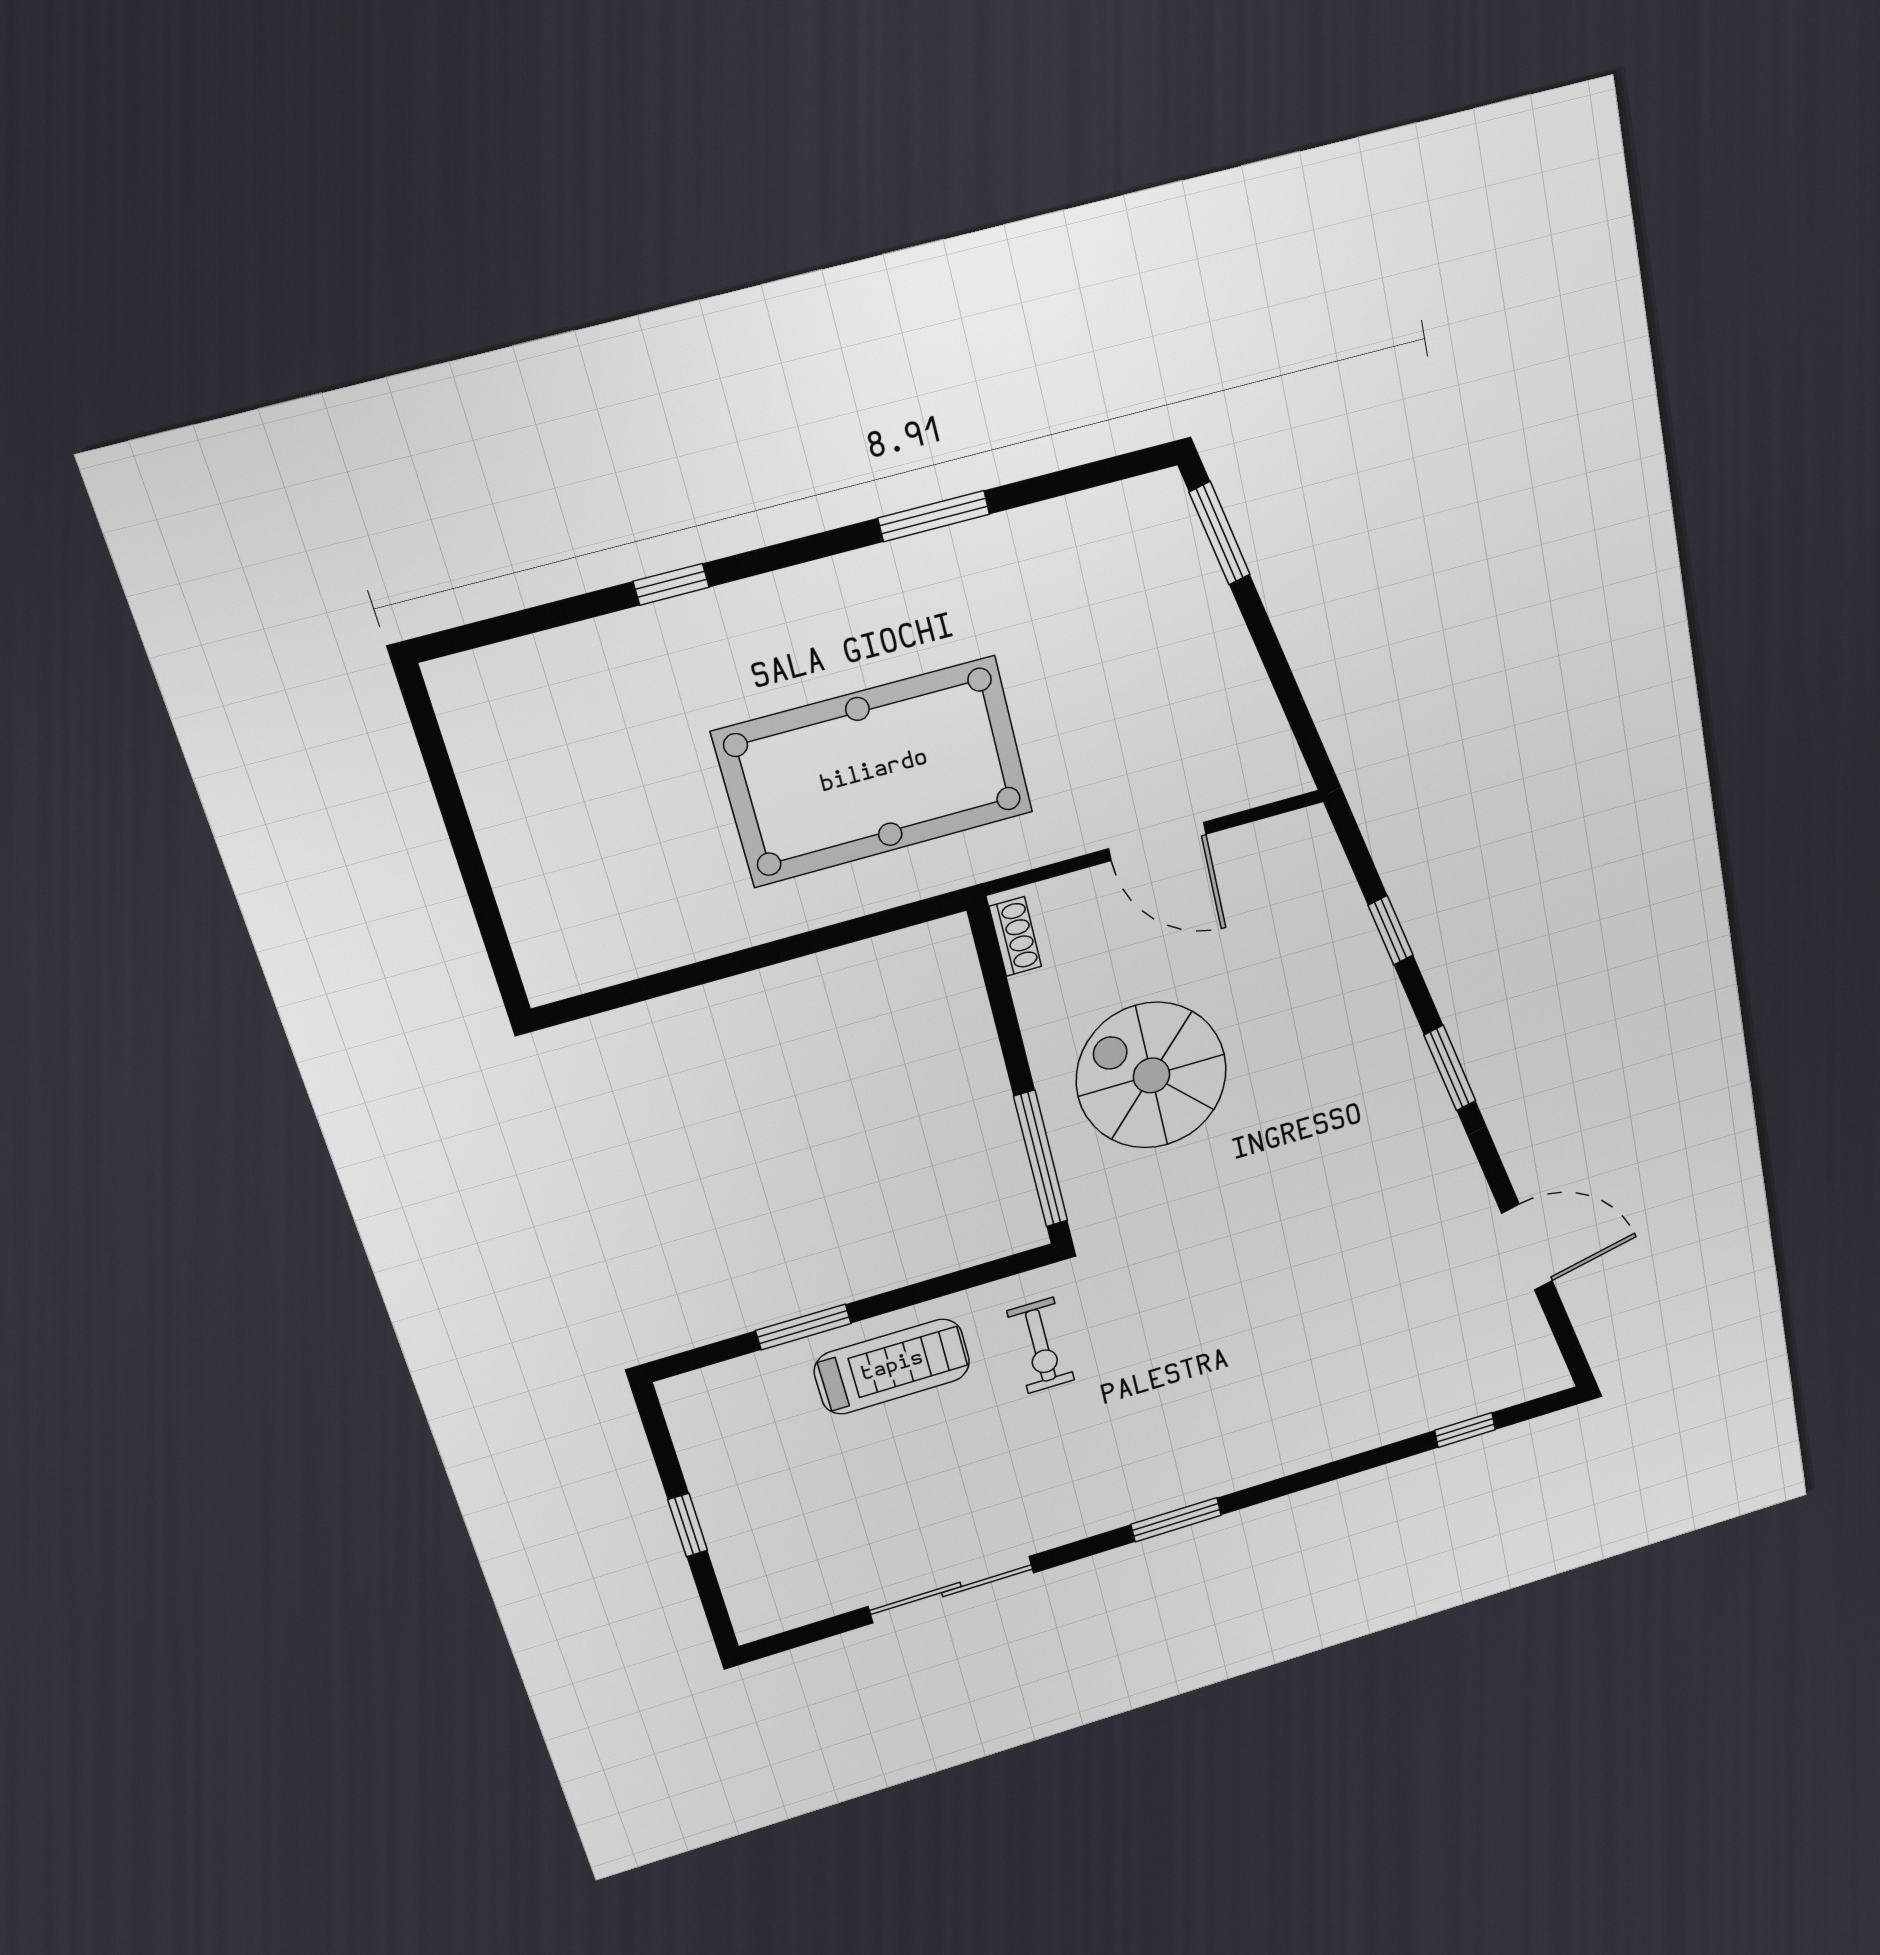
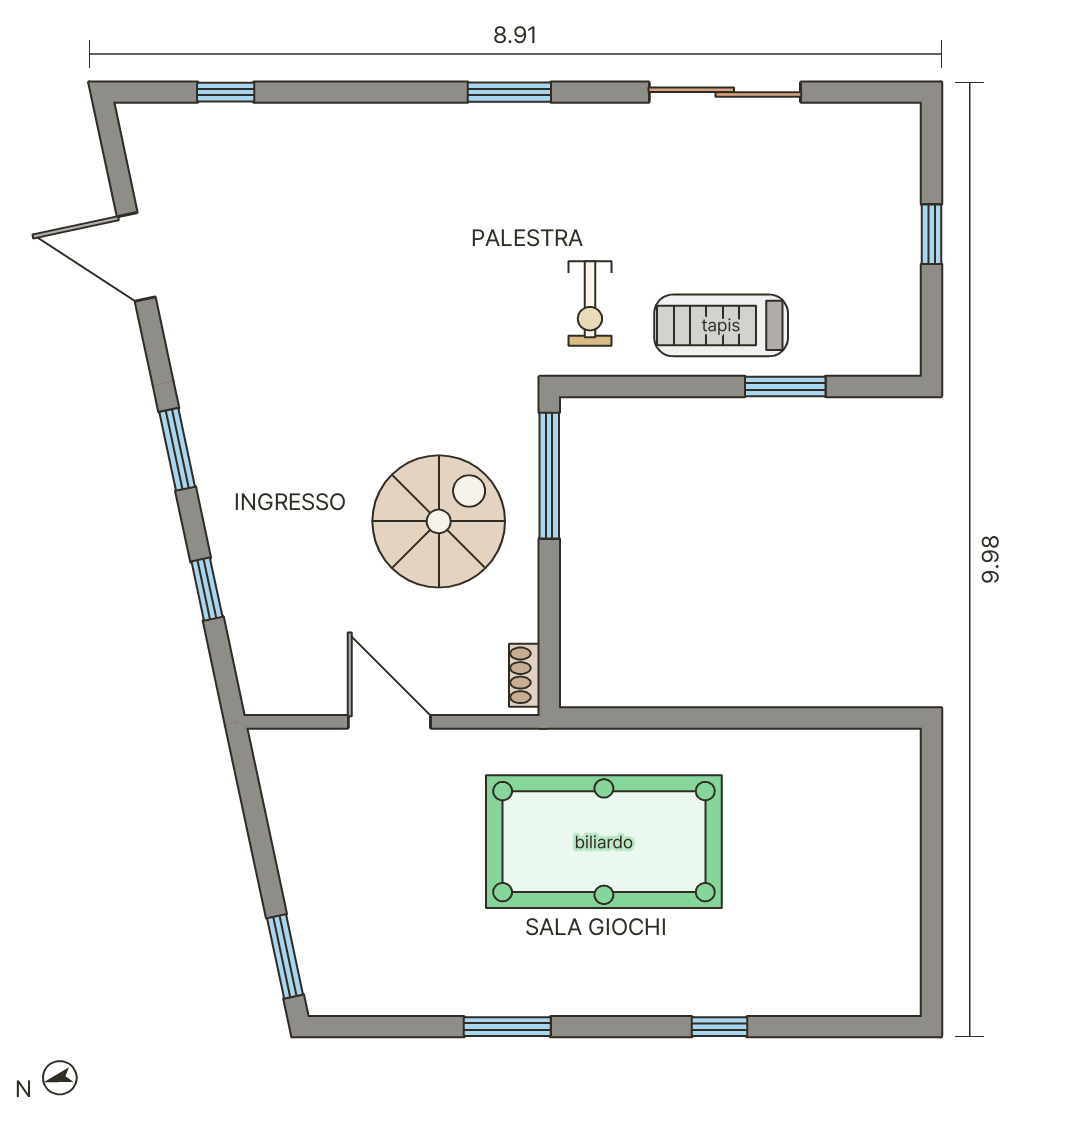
spiral stairs: (1151, 1075) -> (439, 521), turned -90
exercise bike: (1041, 1346) -> (590, 303), turned 180

